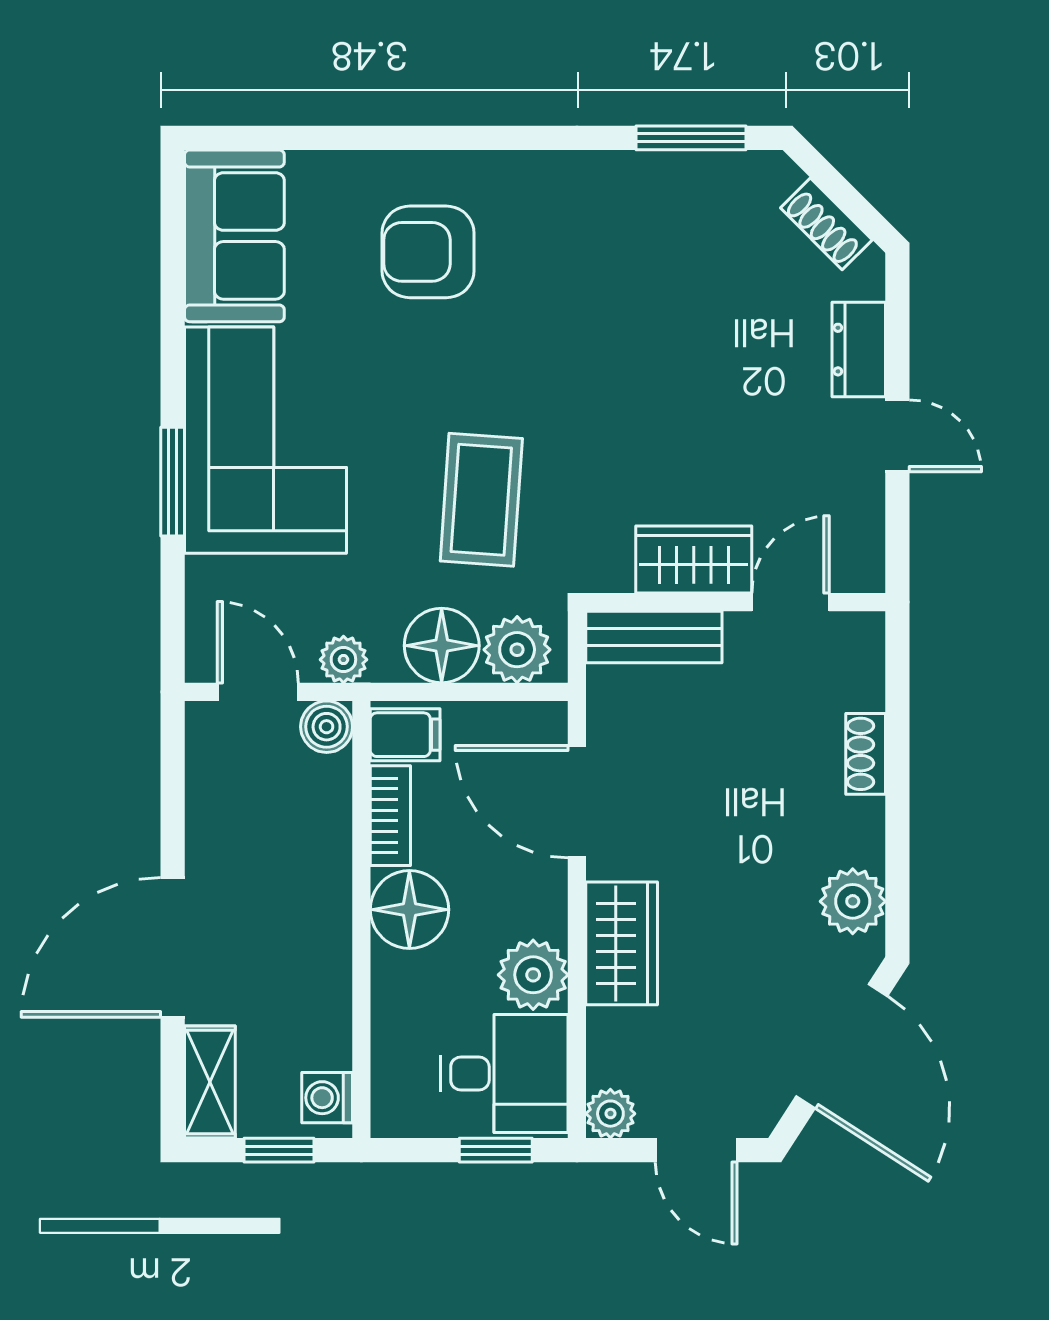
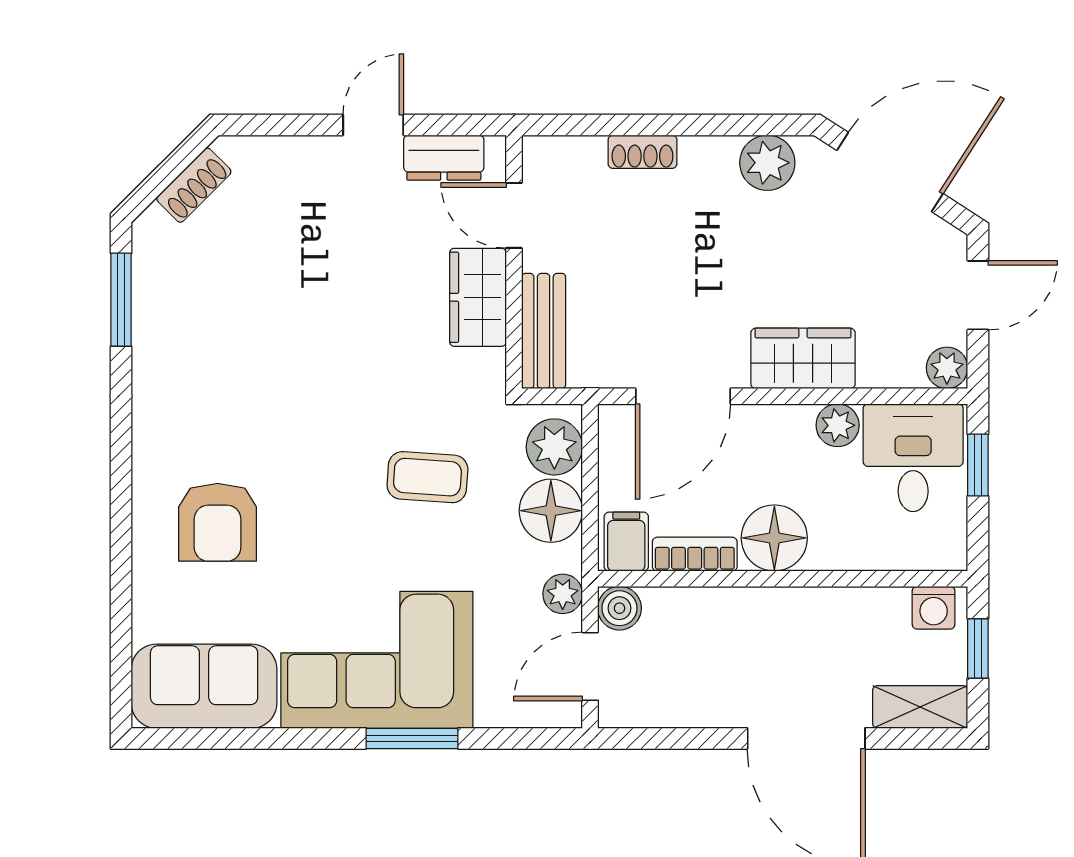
dresser: (859, 350) -> (444, 158), moved
coffee table: (481, 500) -> (427, 477), width x0.73, depth x0.77
plant: (533, 975) -> (838, 425), width x0.73, depth x0.73

